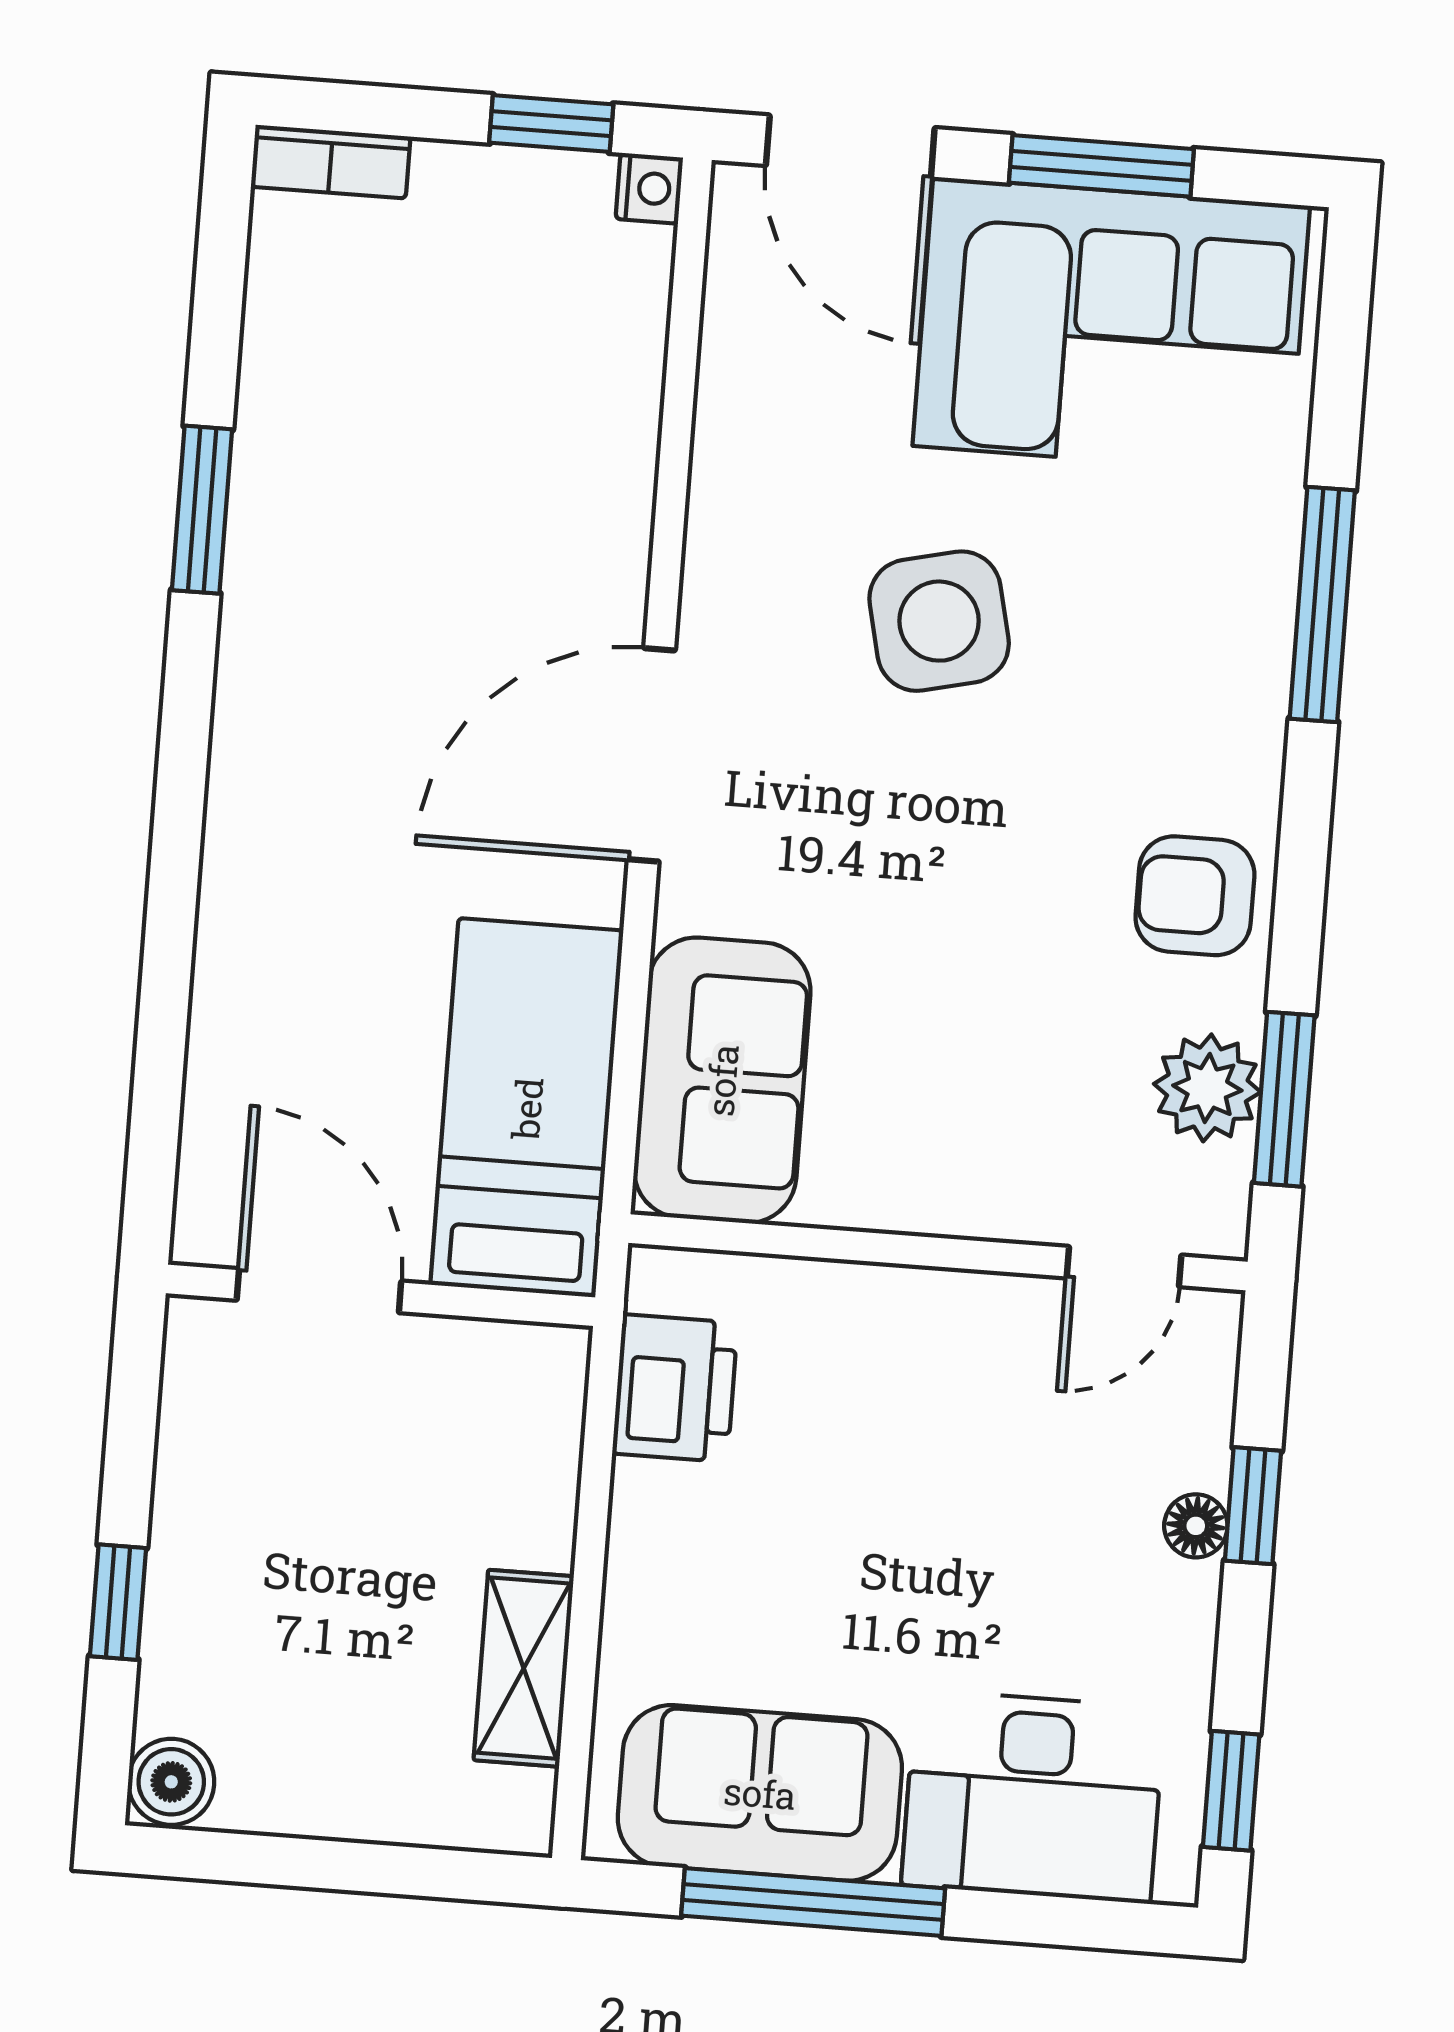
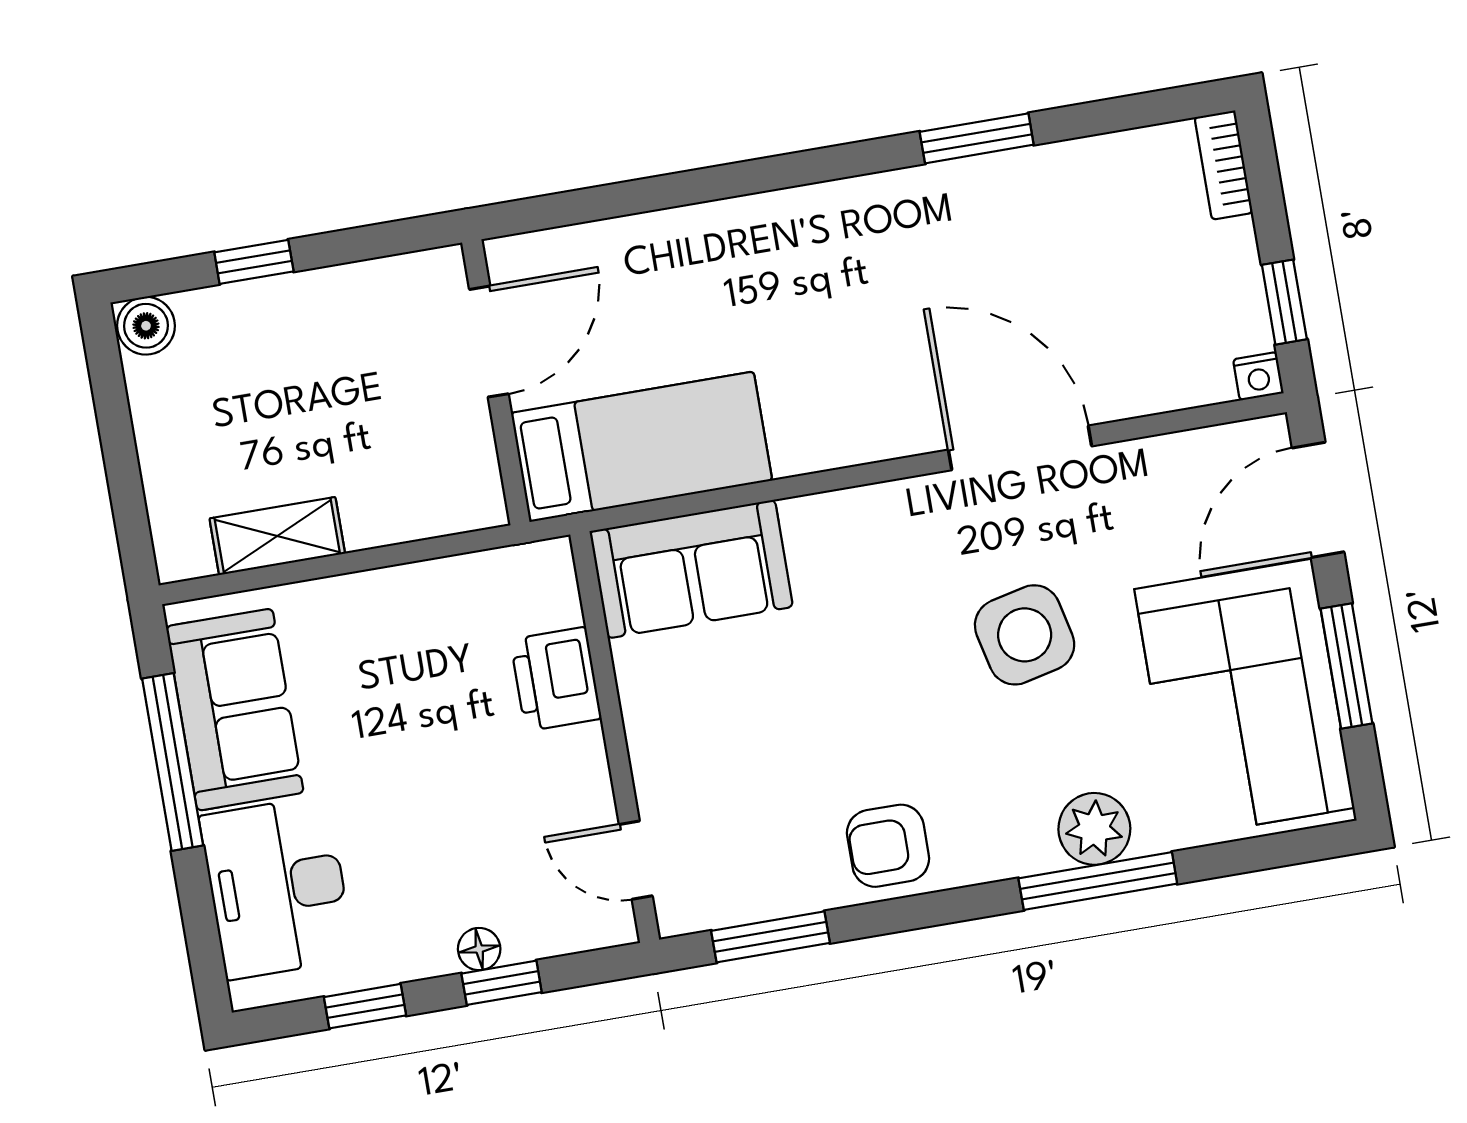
door: (651, 755) -> (1020, 448), moved
armchair: (1195, 896) -> (888, 846), turned -90
plant: (1207, 1088) -> (1094, 829), moved
printer: (675, 1388) -> (556, 679), moved, turned 90
window: (1231, 1791) -> (365, 1006), moved

